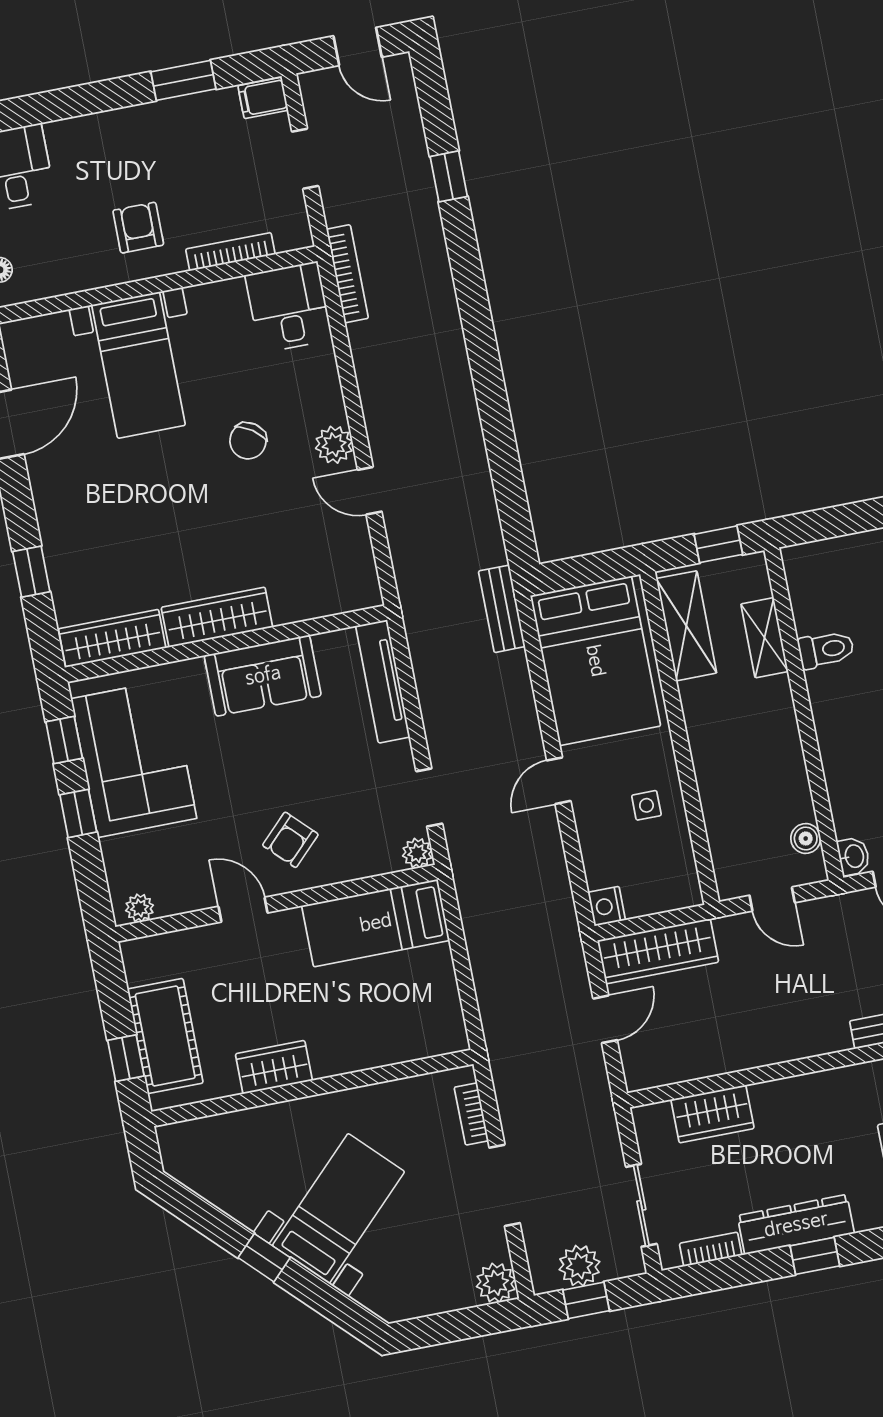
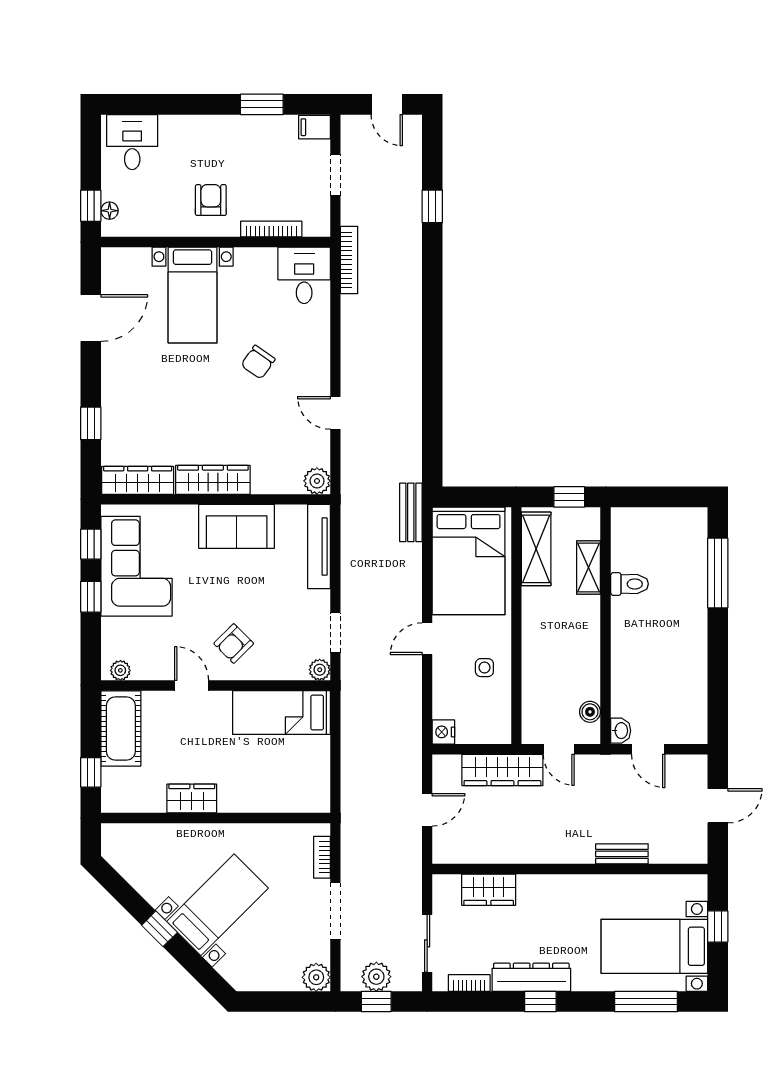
plant: (334, 445) -> (317, 481), moved
wardrobe: (658, 951) -> (502, 770), moved
cot: (165, 1036) -> (121, 729), moved

